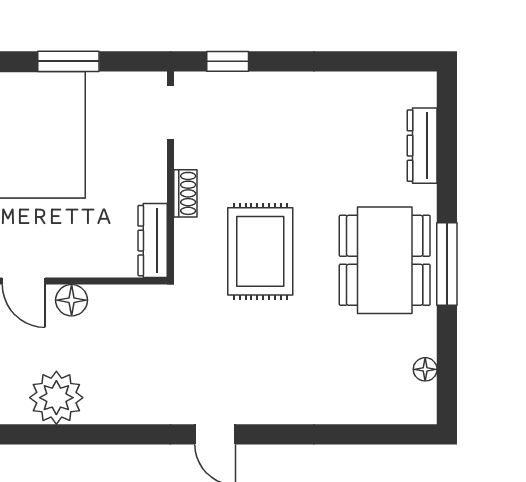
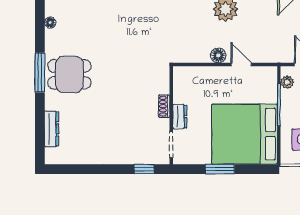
dresser: (153, 241) -> (180, 117), moved, width x0.70
rug: (260, 251) -> (129, 79), removed
dining table: (385, 260) -> (69, 74), width x0.73

